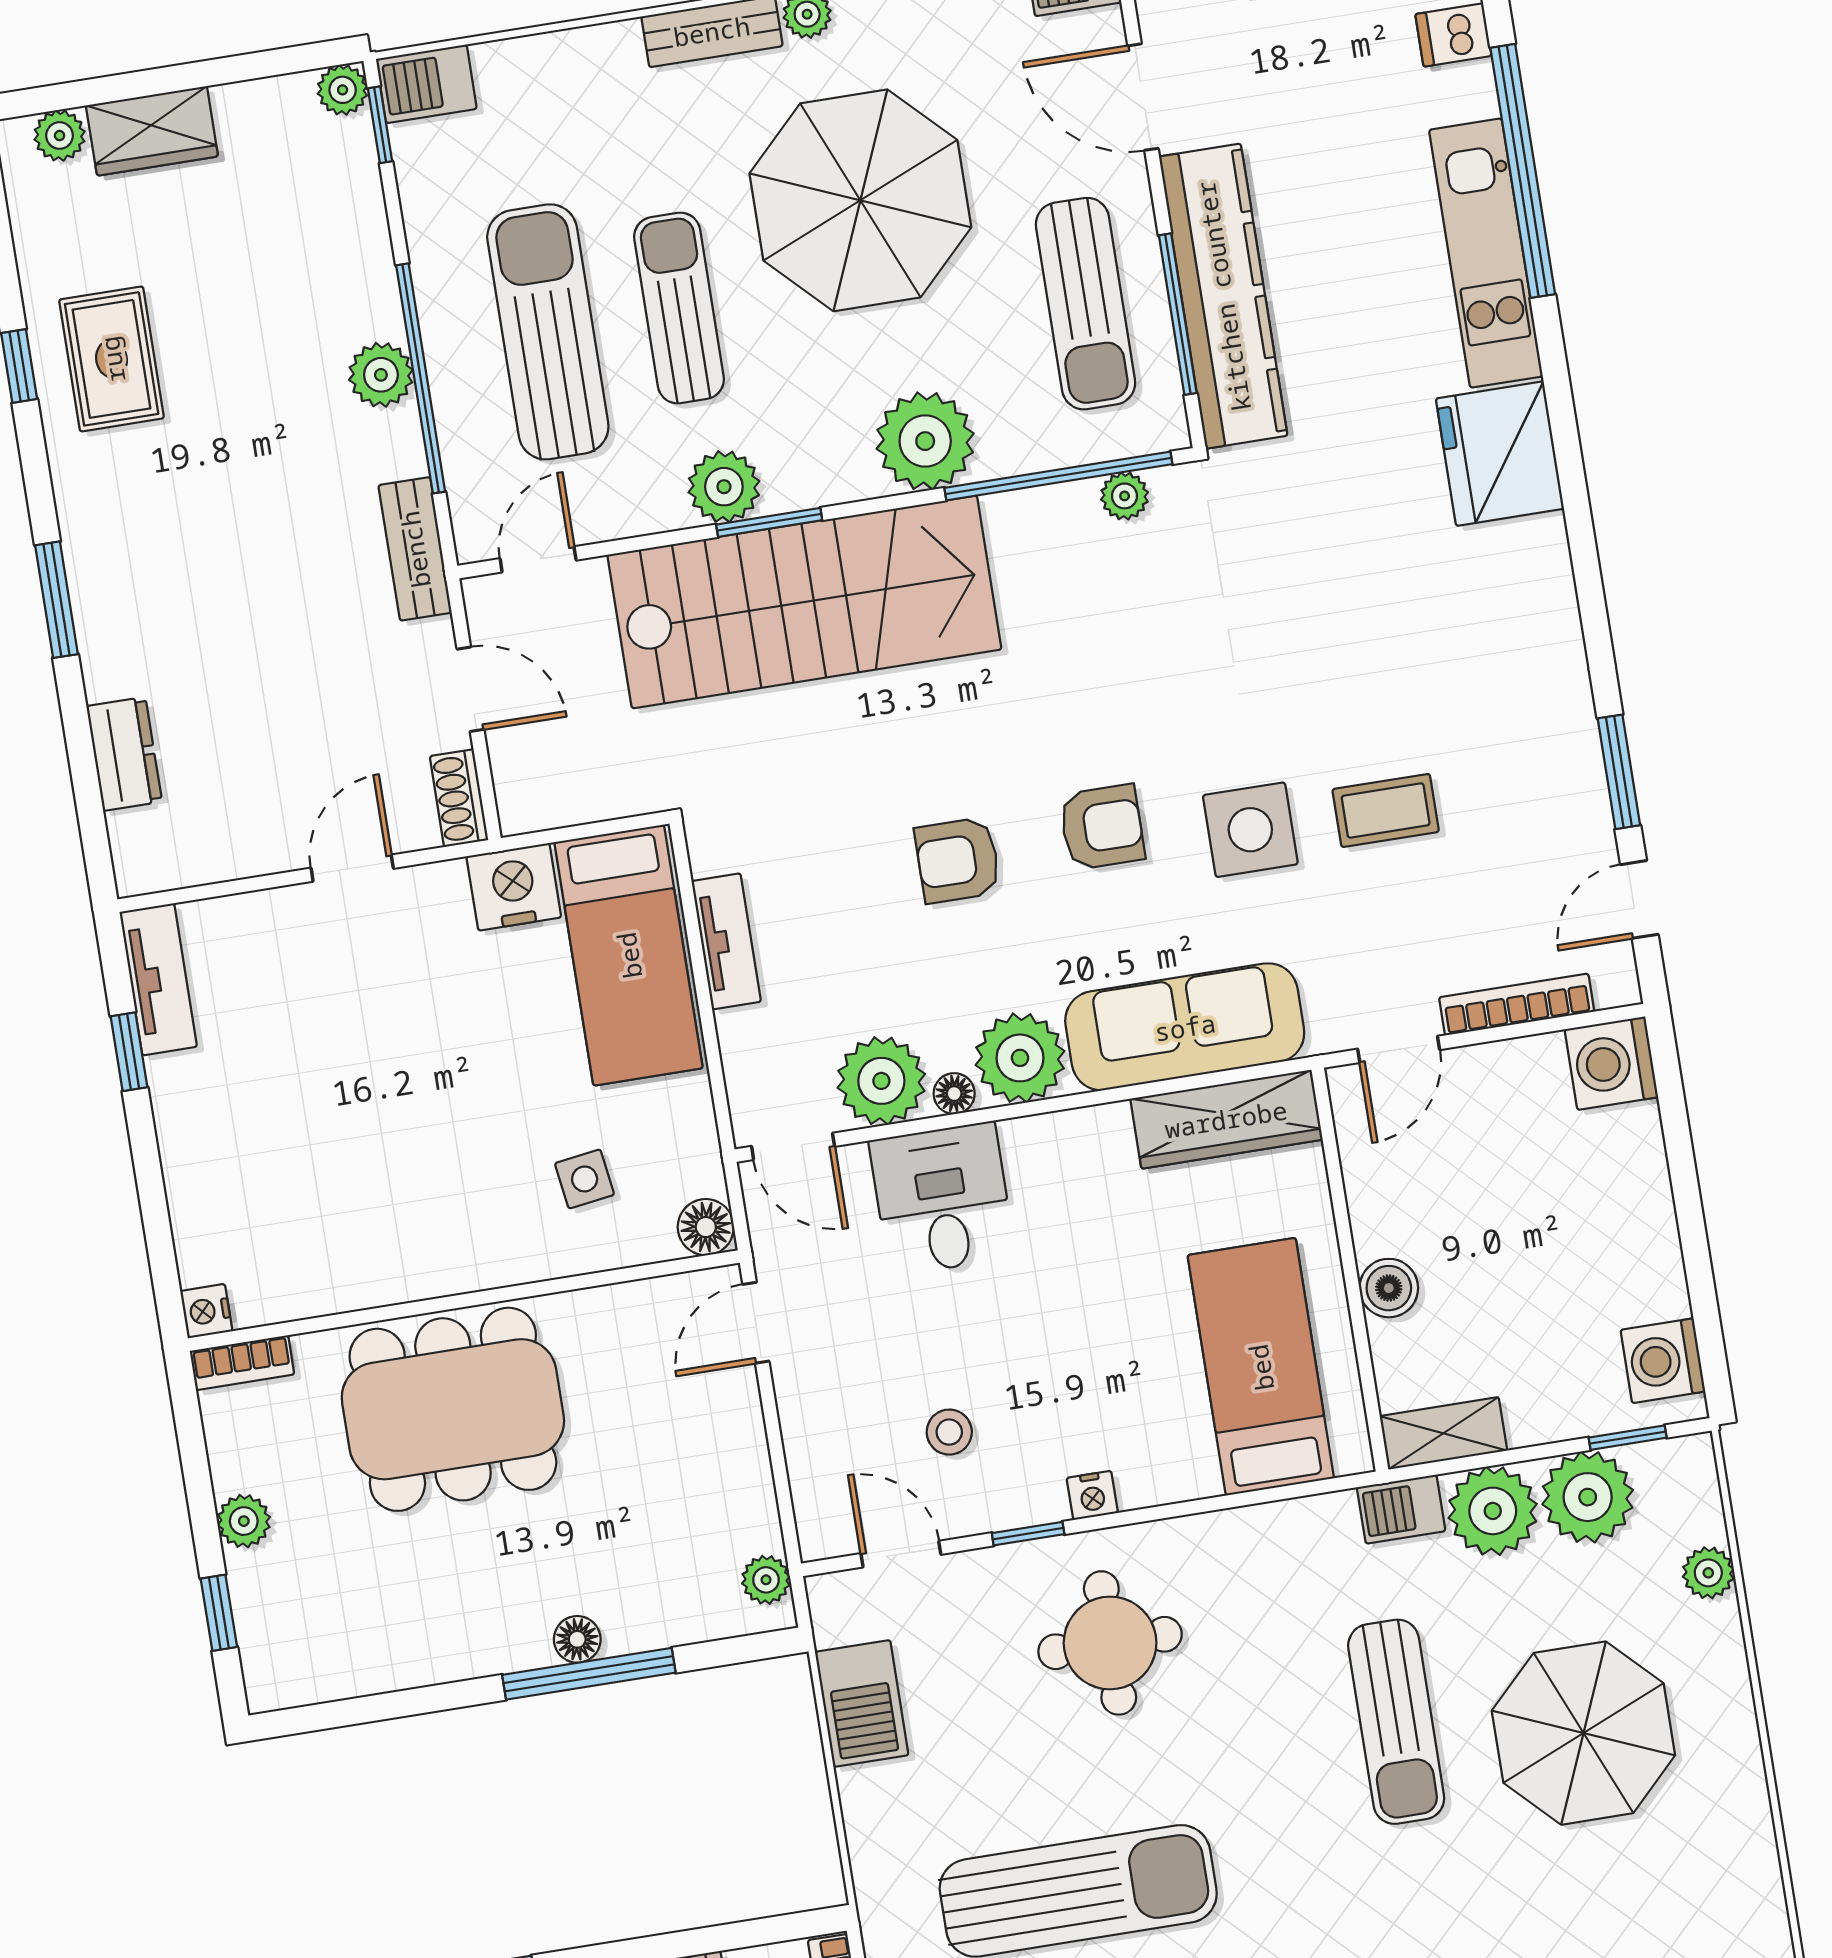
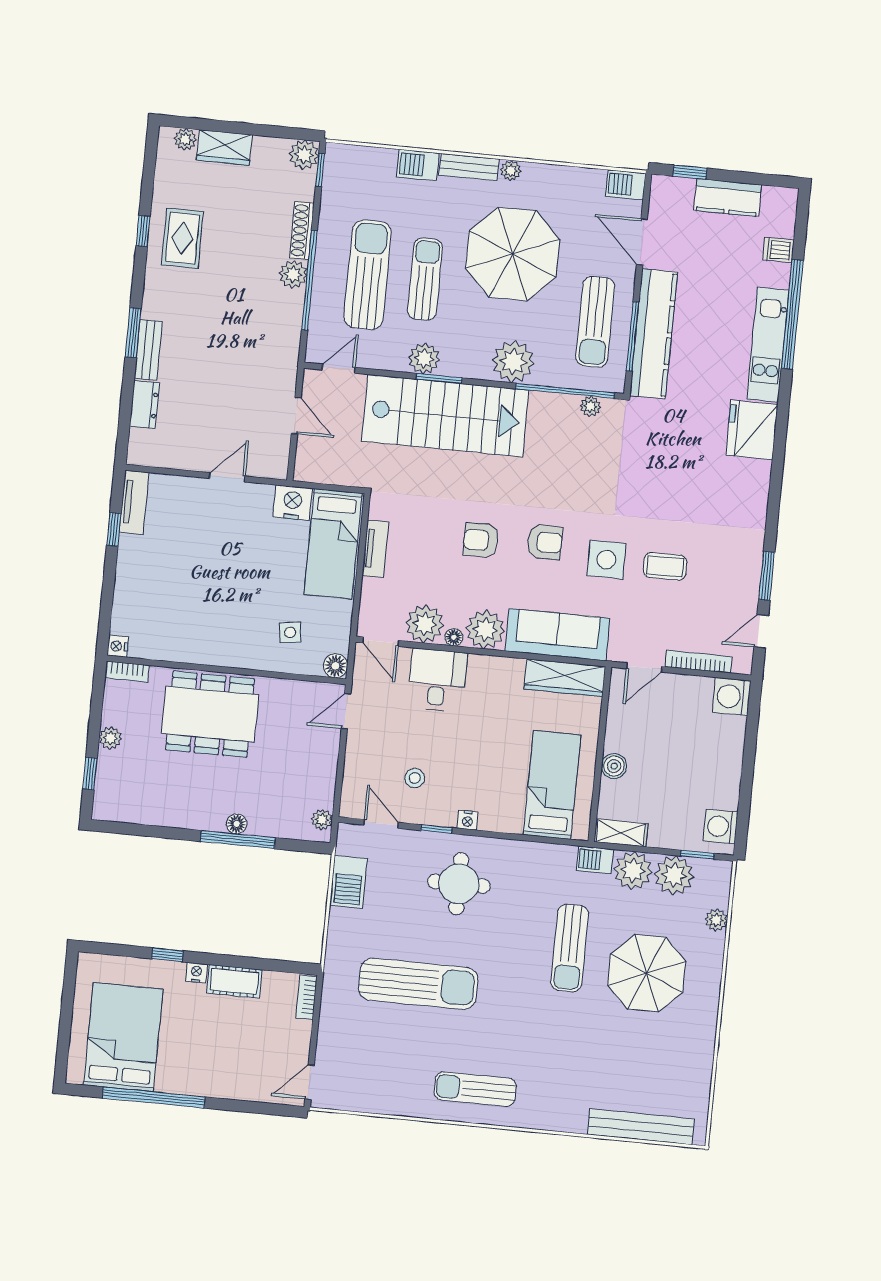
barbecue: (426, 84) -> (418, 165), moved
plant: (343, 90) -> (304, 155), width x1.38, depth x1.38
bench: (415, 549) -> (148, 350), moved
shoe rack: (459, 798) -> (302, 230), moved, width x1.43

